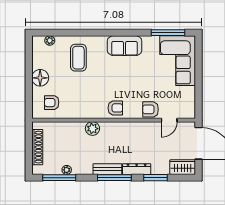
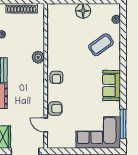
coffee table: (78, 58) -> (101, 45), turned -36
armchair: (52, 103) -> (61, 21), removed
armchair: (151, 109) -> (55, 109), turned 90

